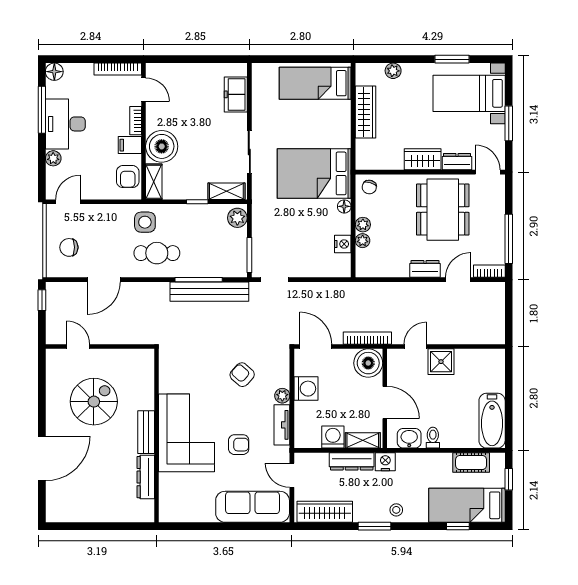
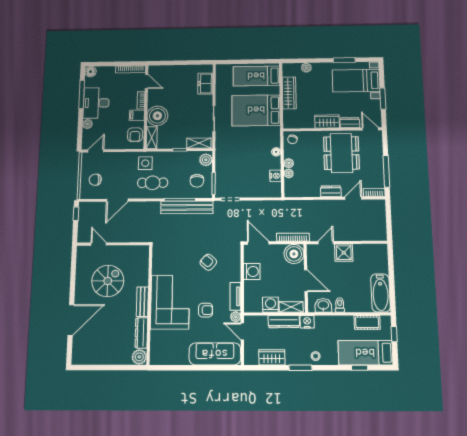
bed: (314, 173) -> (256, 110), moved
chair: (224, 251) -> (197, 181), added
plant: (282, 396) -> (236, 317), moved
plant: (144, 511) -> (139, 357), added
wardrobe: (325, 512) -> (272, 357), width x0.67

